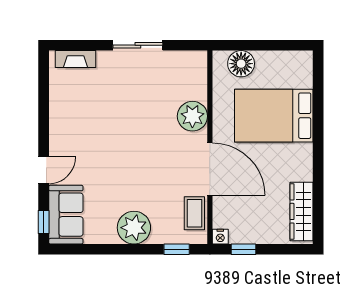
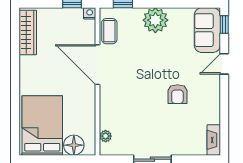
fireplace: (75, 59) -> (214, 140), moved, turned -90
plant: (192, 116) -> (106, 136), moved, width x0.53, depth x0.53
bed: (274, 116) -> (42, 125), moved, turned -90
armchair: (105, 131) -> (177, 94), added

